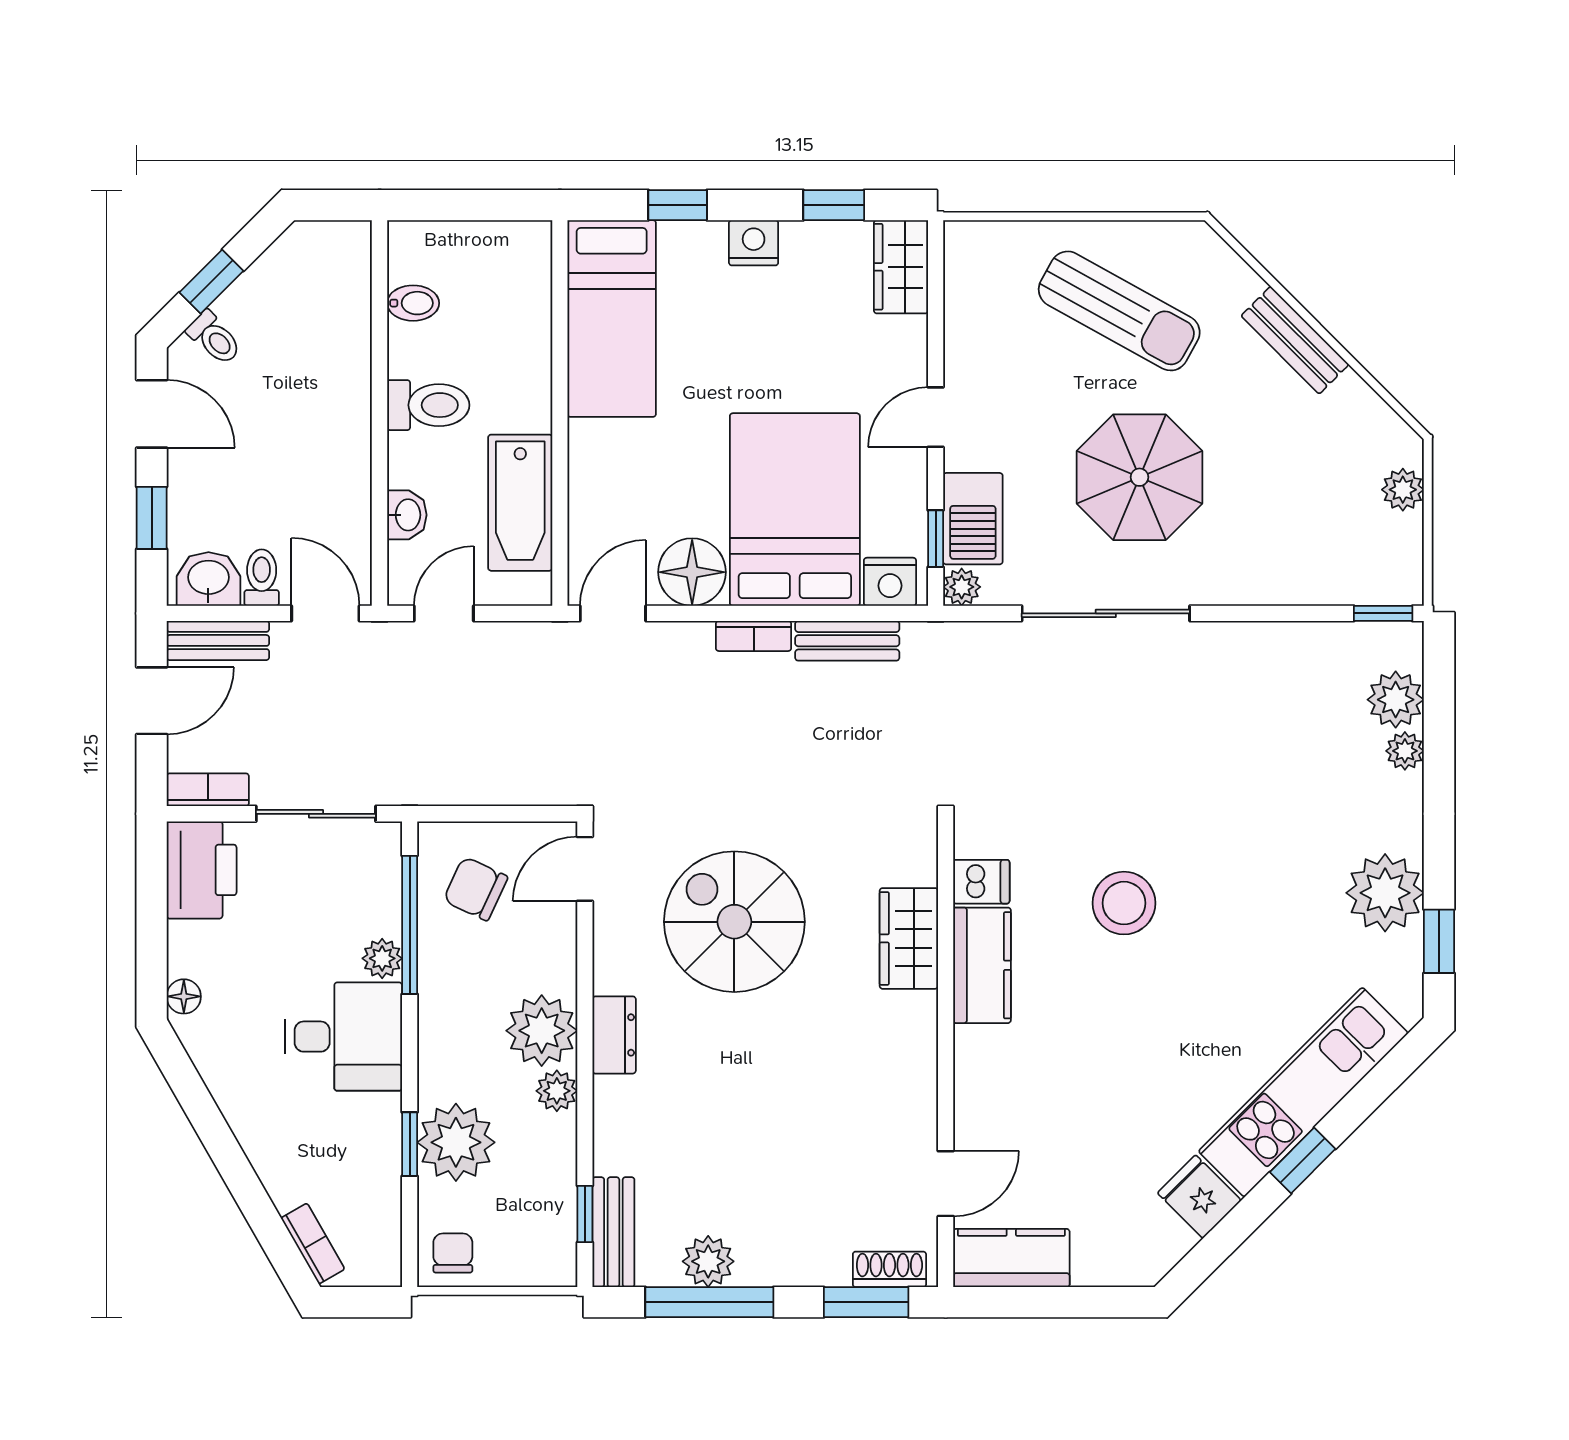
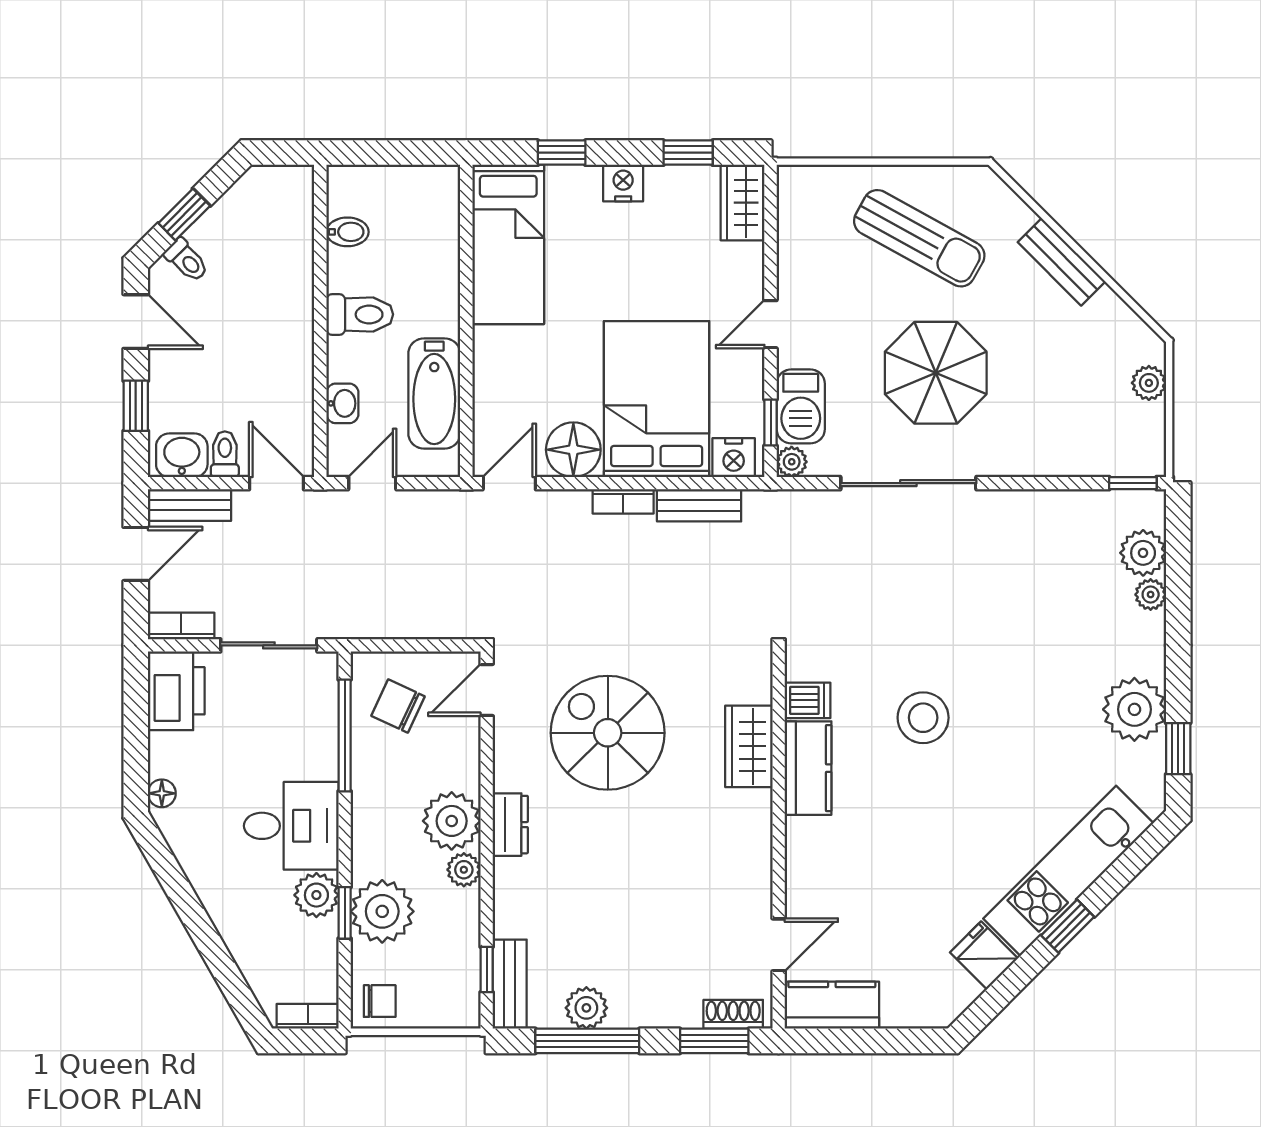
plant: (382, 958) -> (316, 895), moved, width x1.38, depth x1.38
bookcase: (313, 1244) -> (308, 1016), moved, turned -60
chair: (453, 1253) -> (380, 1001), turned 90

